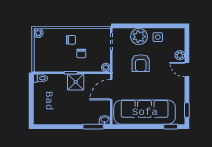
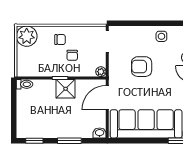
plant: (38, 33) -> (27, 36), width x1.87, depth x1.87
plant: (139, 37) -> (140, 36), removed
armchair: (141, 63) -> (142, 67), turned 90
window: (49, 127) -> (34, 141), added
window: (93, 127) -> (69, 141), moved

